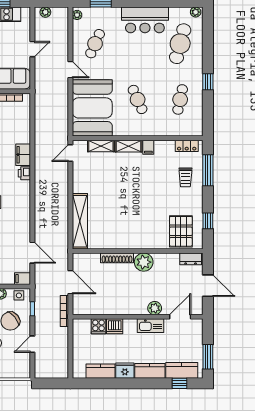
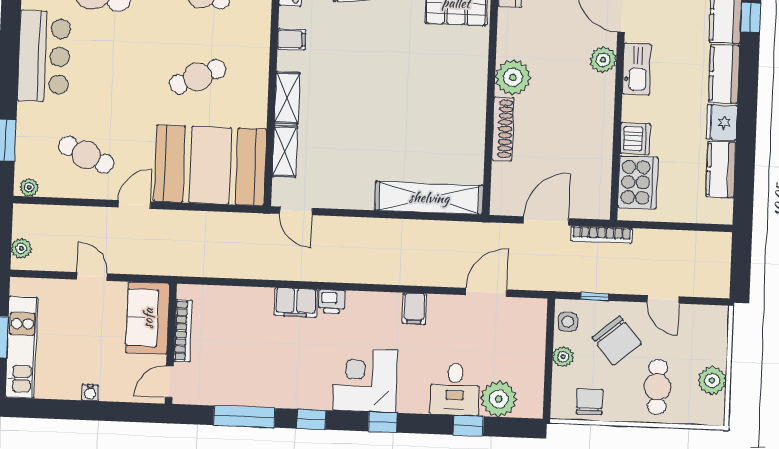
filing cabinet: (148, 147) -> (292, 39), moved
filing cabinet: (23, 279) -> (414, 309), moved
cooker: (98, 326) -> (638, 182), width x1.87, depth x1.31

